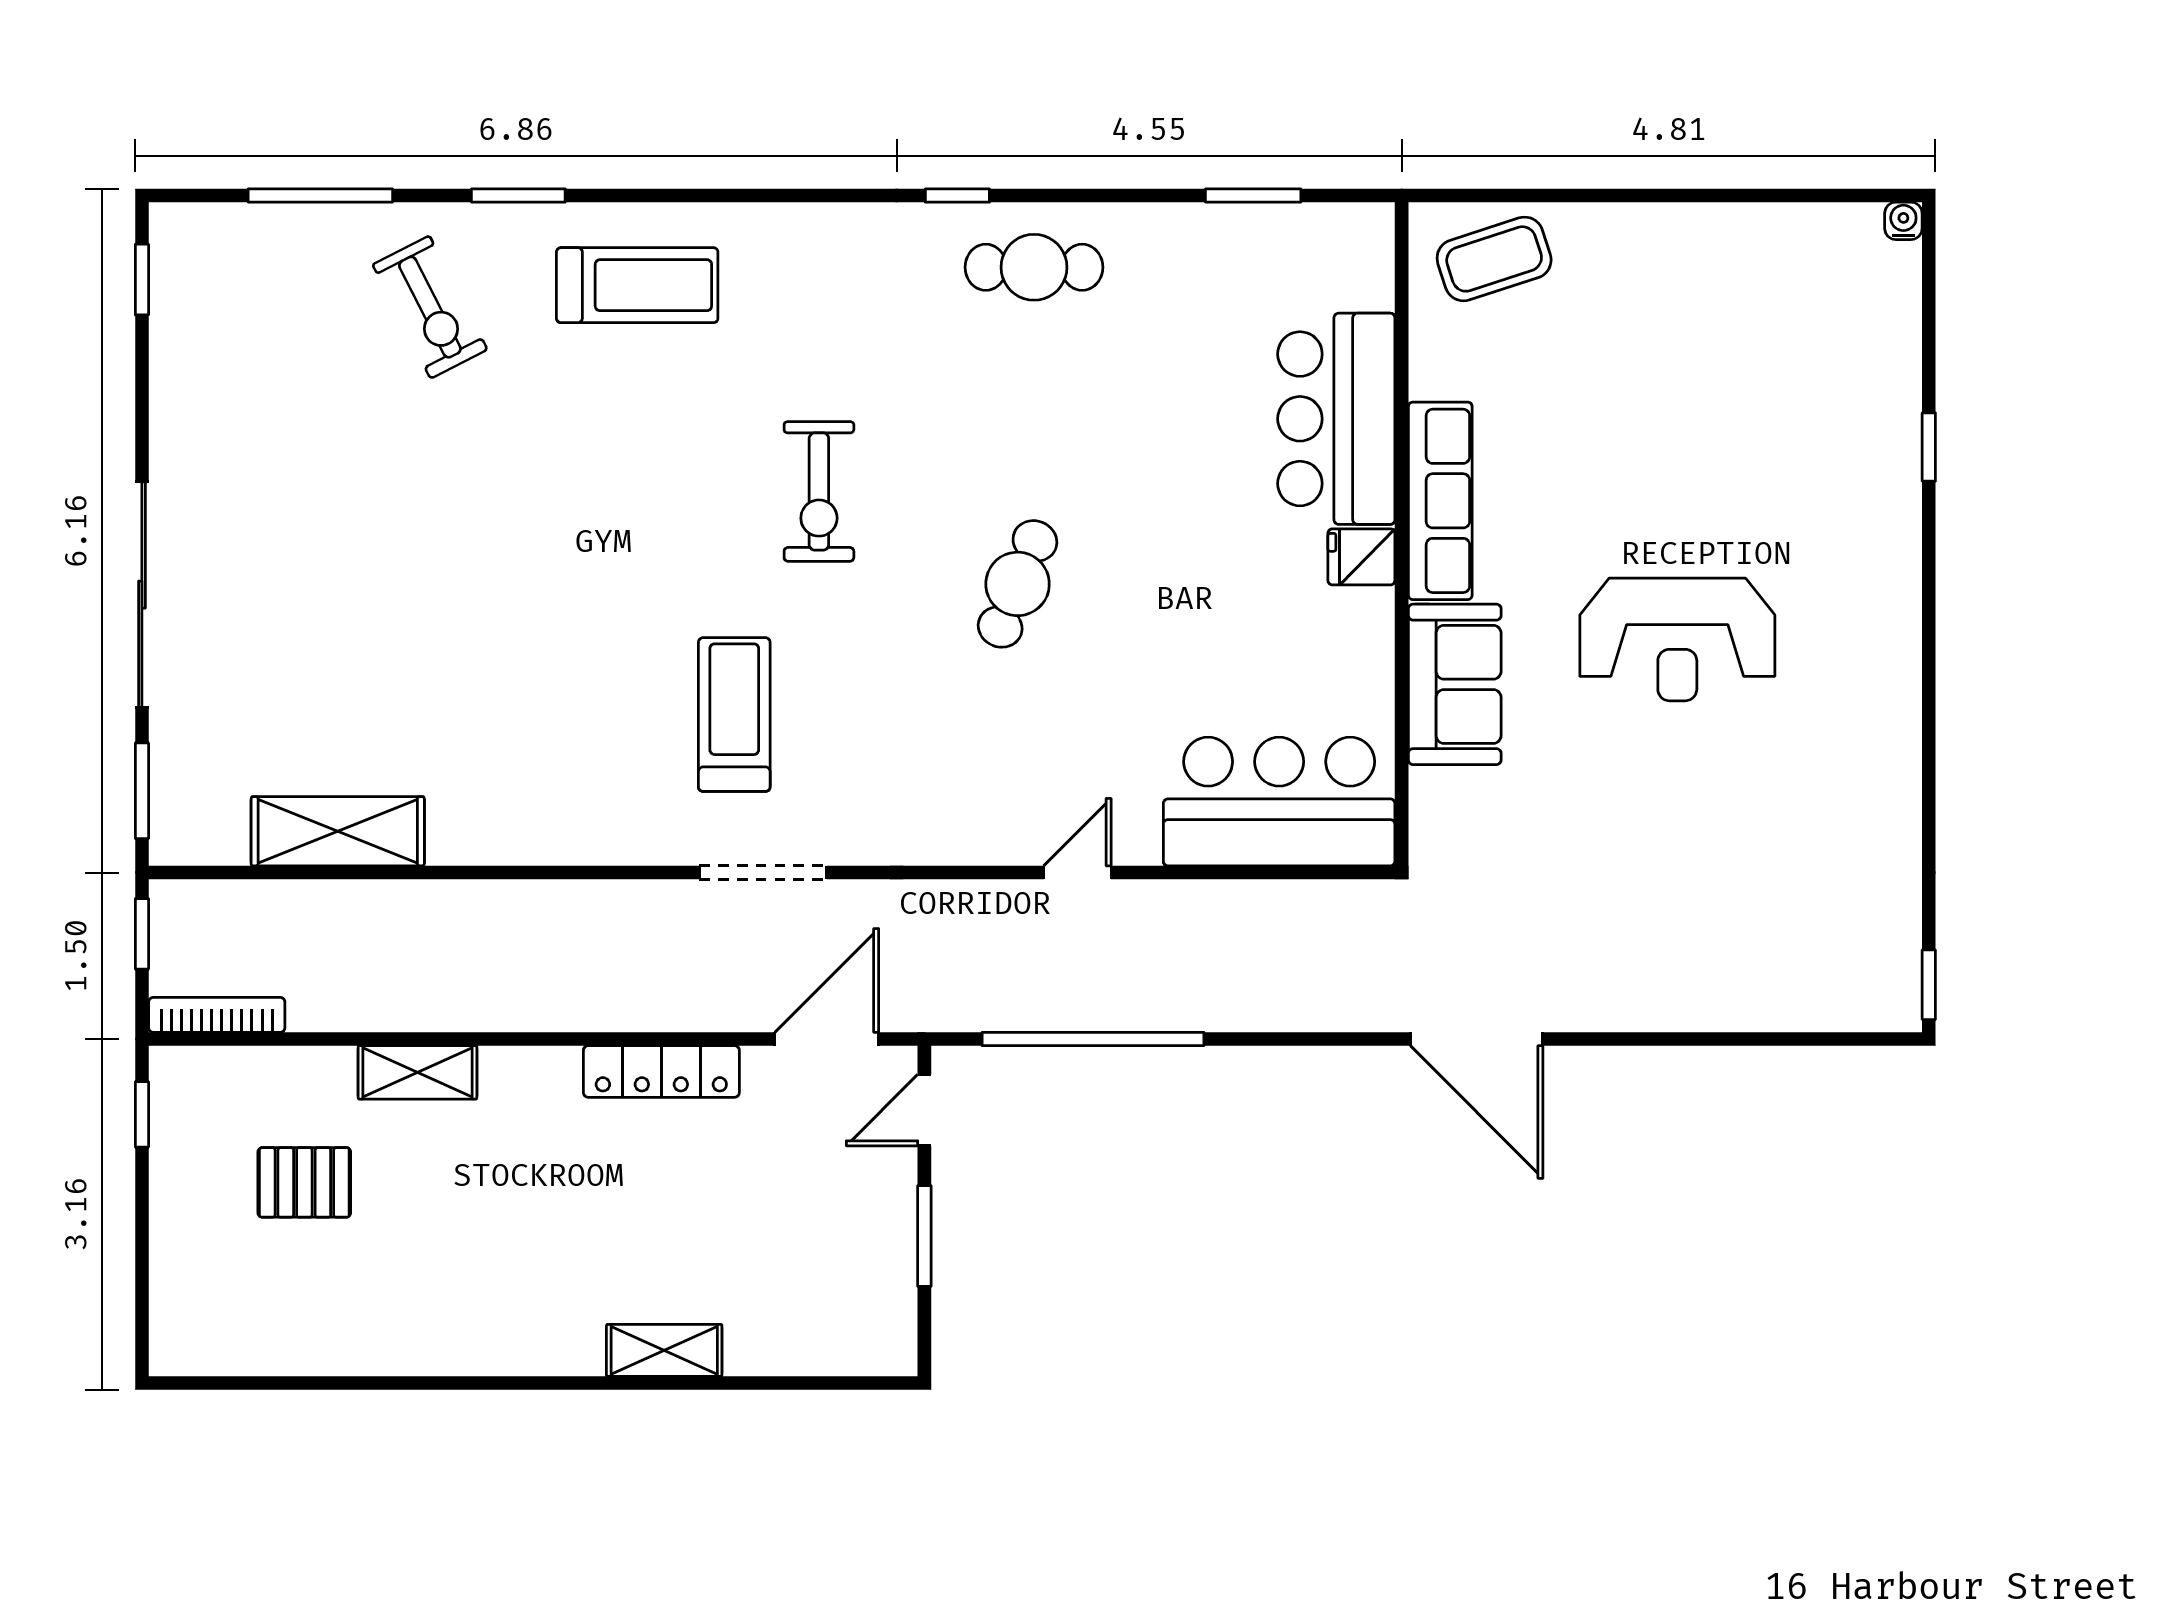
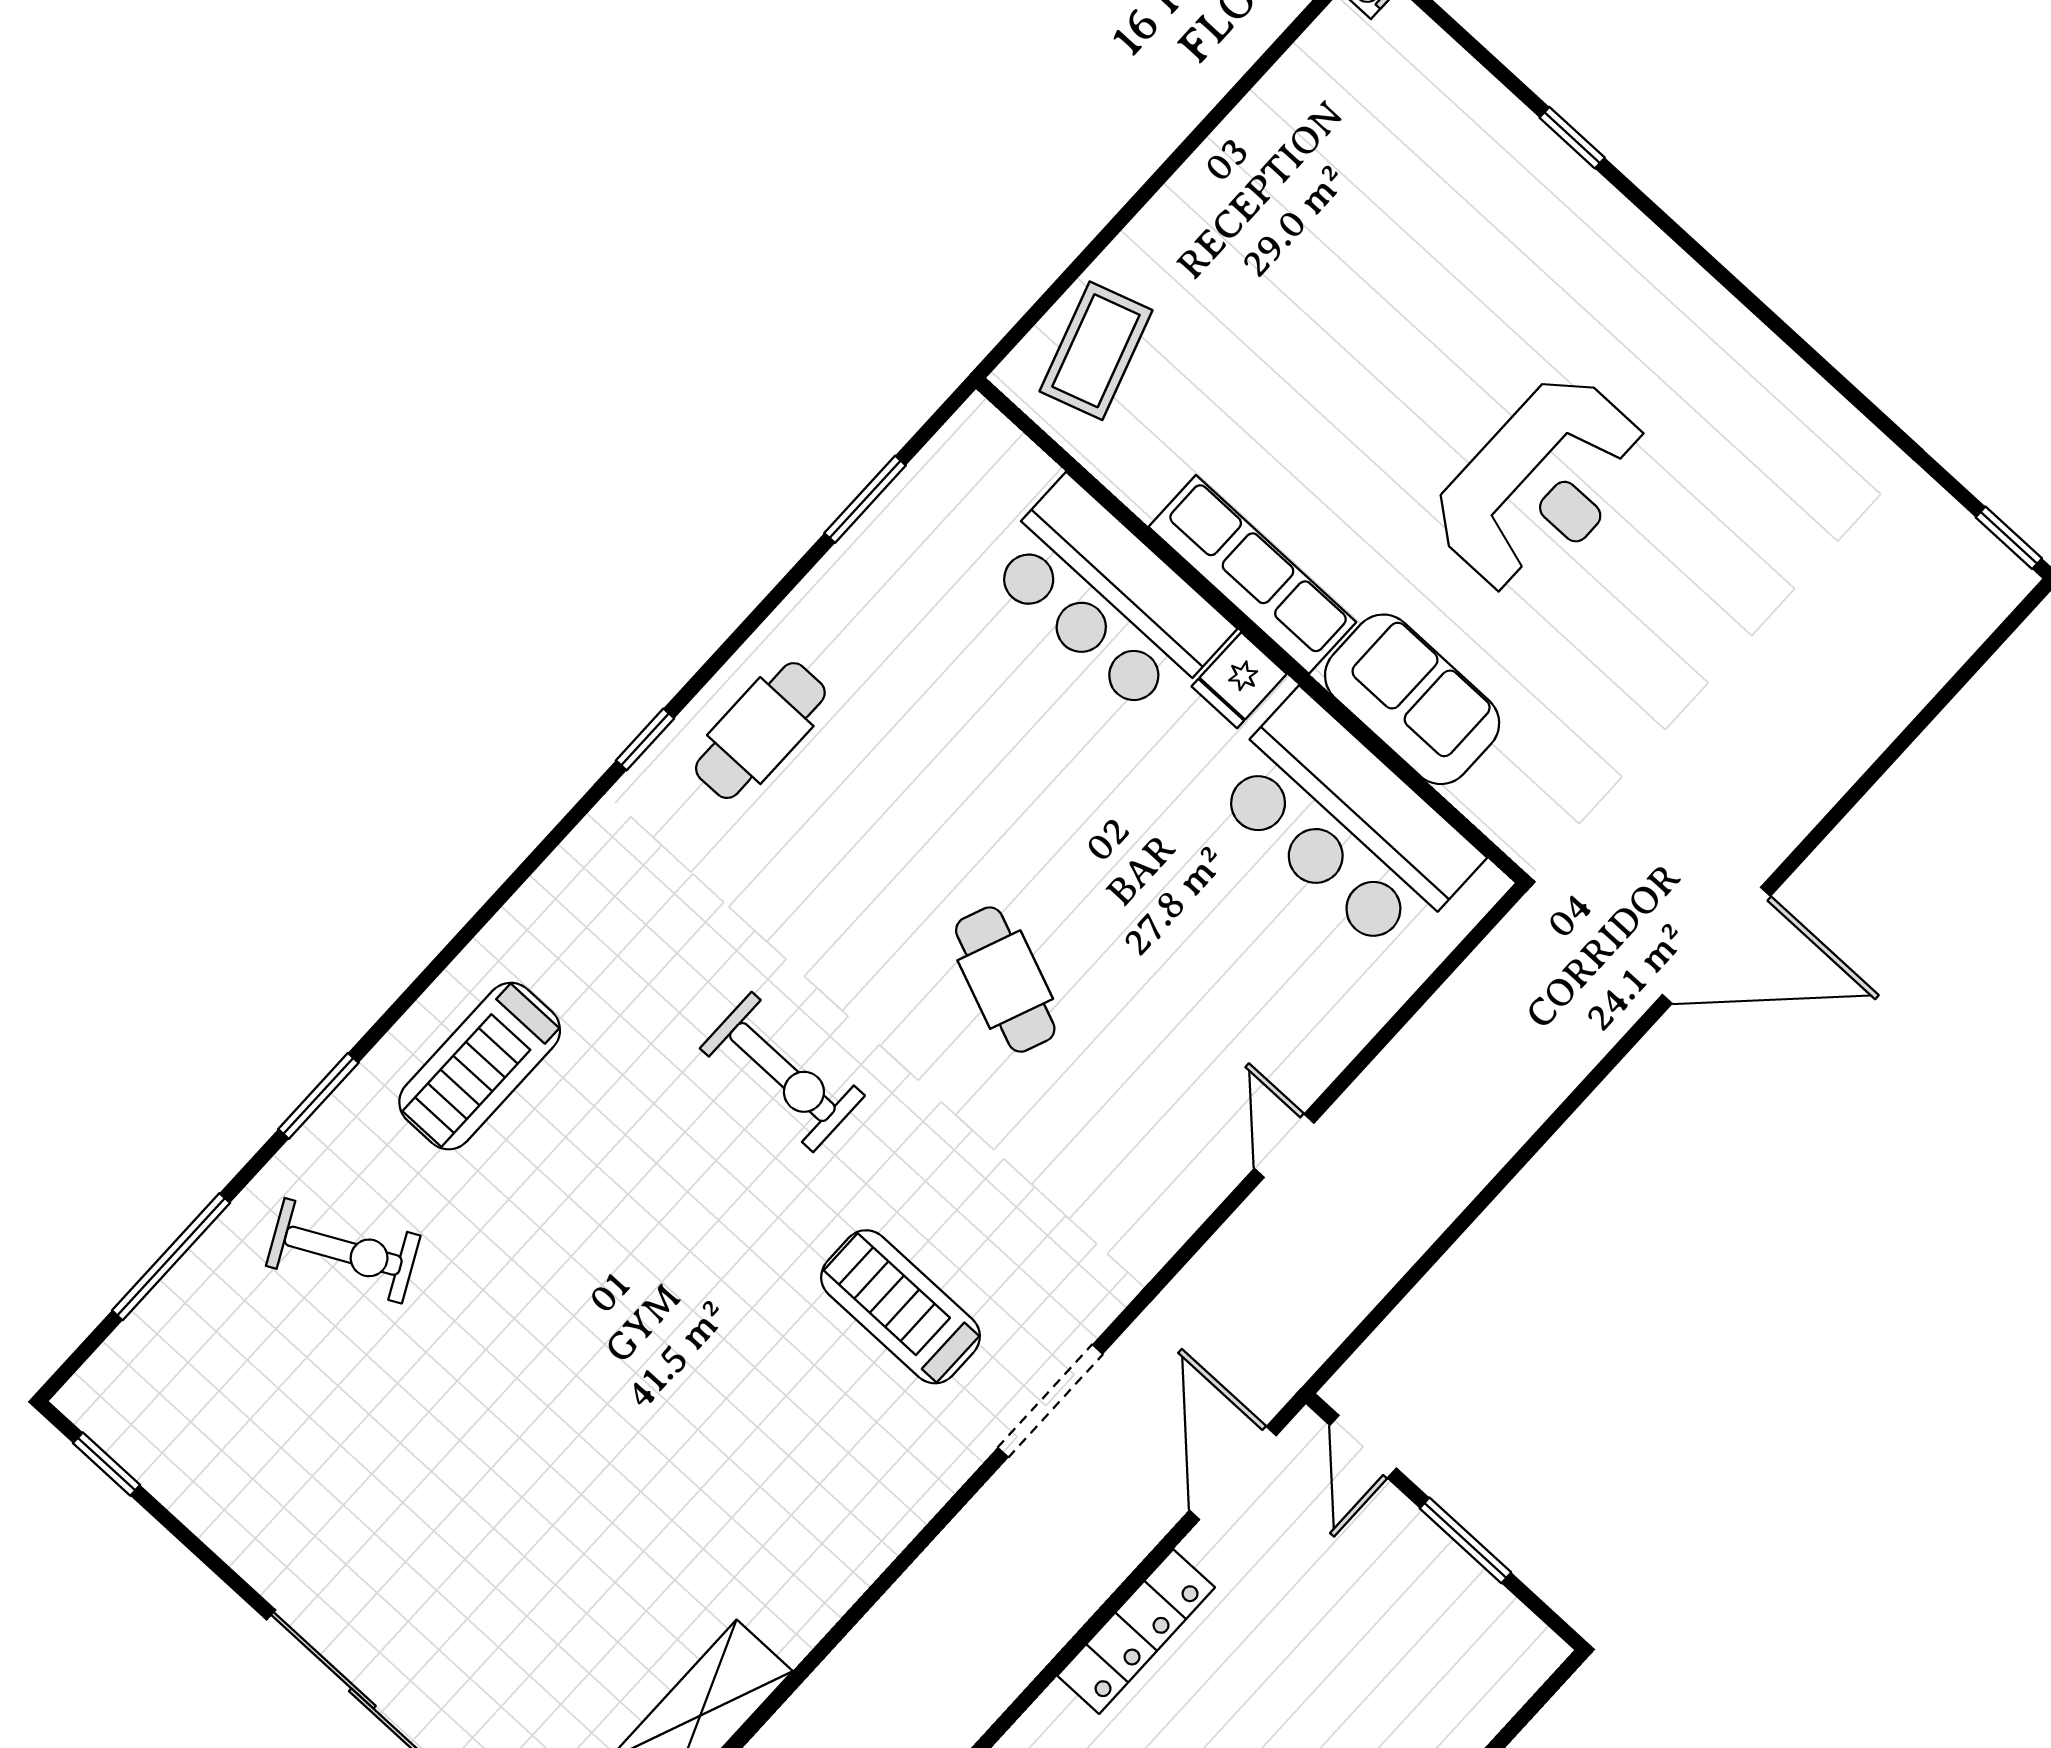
treadmill: (637, 285) -> (480, 1066), turned 180
bar counter: (1279, 801) -> (1345, 824), moved, turned -90
window: (1093, 1039) -> (1431, 1257), removed

